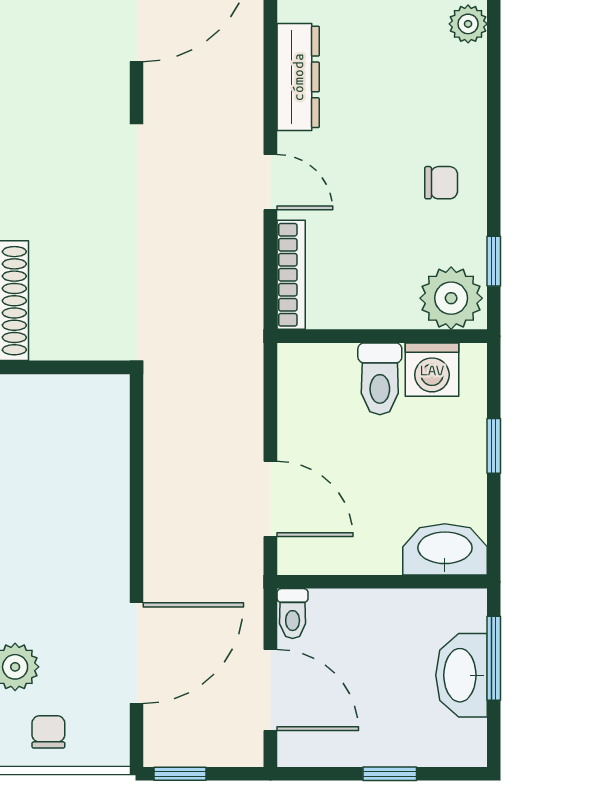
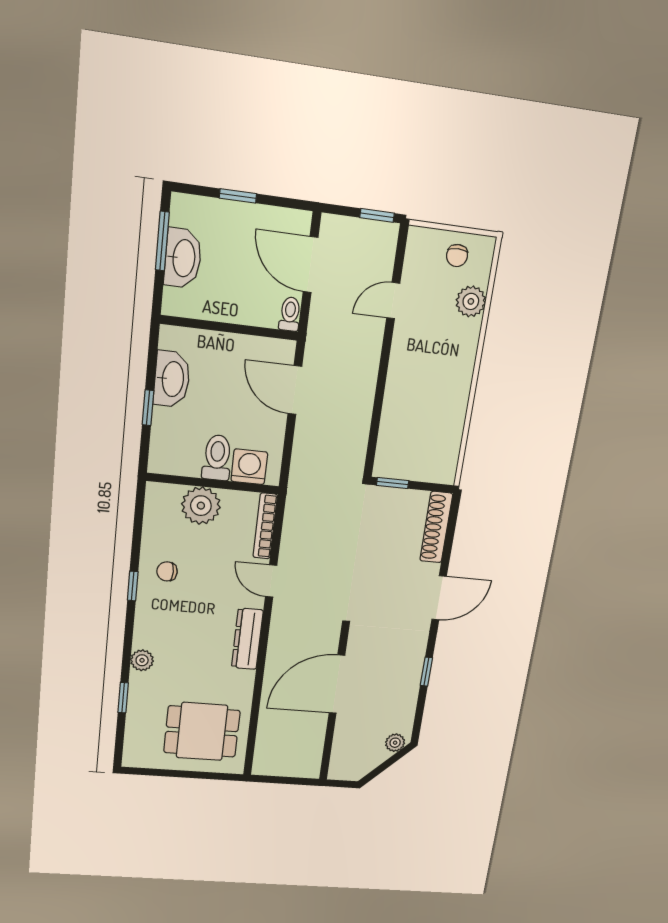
window: (494, 261) -> (133, 586), moved
plant: (451, 298) -> (201, 506), moved
window: (94, 367) -> (393, 483), added
washing machine: (432, 370) -> (249, 467), moved
washbasin: (445, 549) -> (172, 379), moved, turned -90
door: (136, 653) -> (393, 301), width x0.53
window: (494, 658) -> (162, 241), moved

